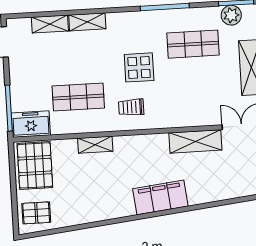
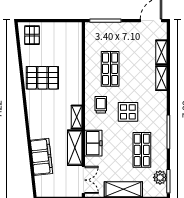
freezer: (31, 124) -> (93, 143), moved
shelving: (95, 145) -> (77, 117), moved
pallet: (35, 165) -> (42, 78), moved
filing cabinet: (160, 197) -> (41, 157), moved

